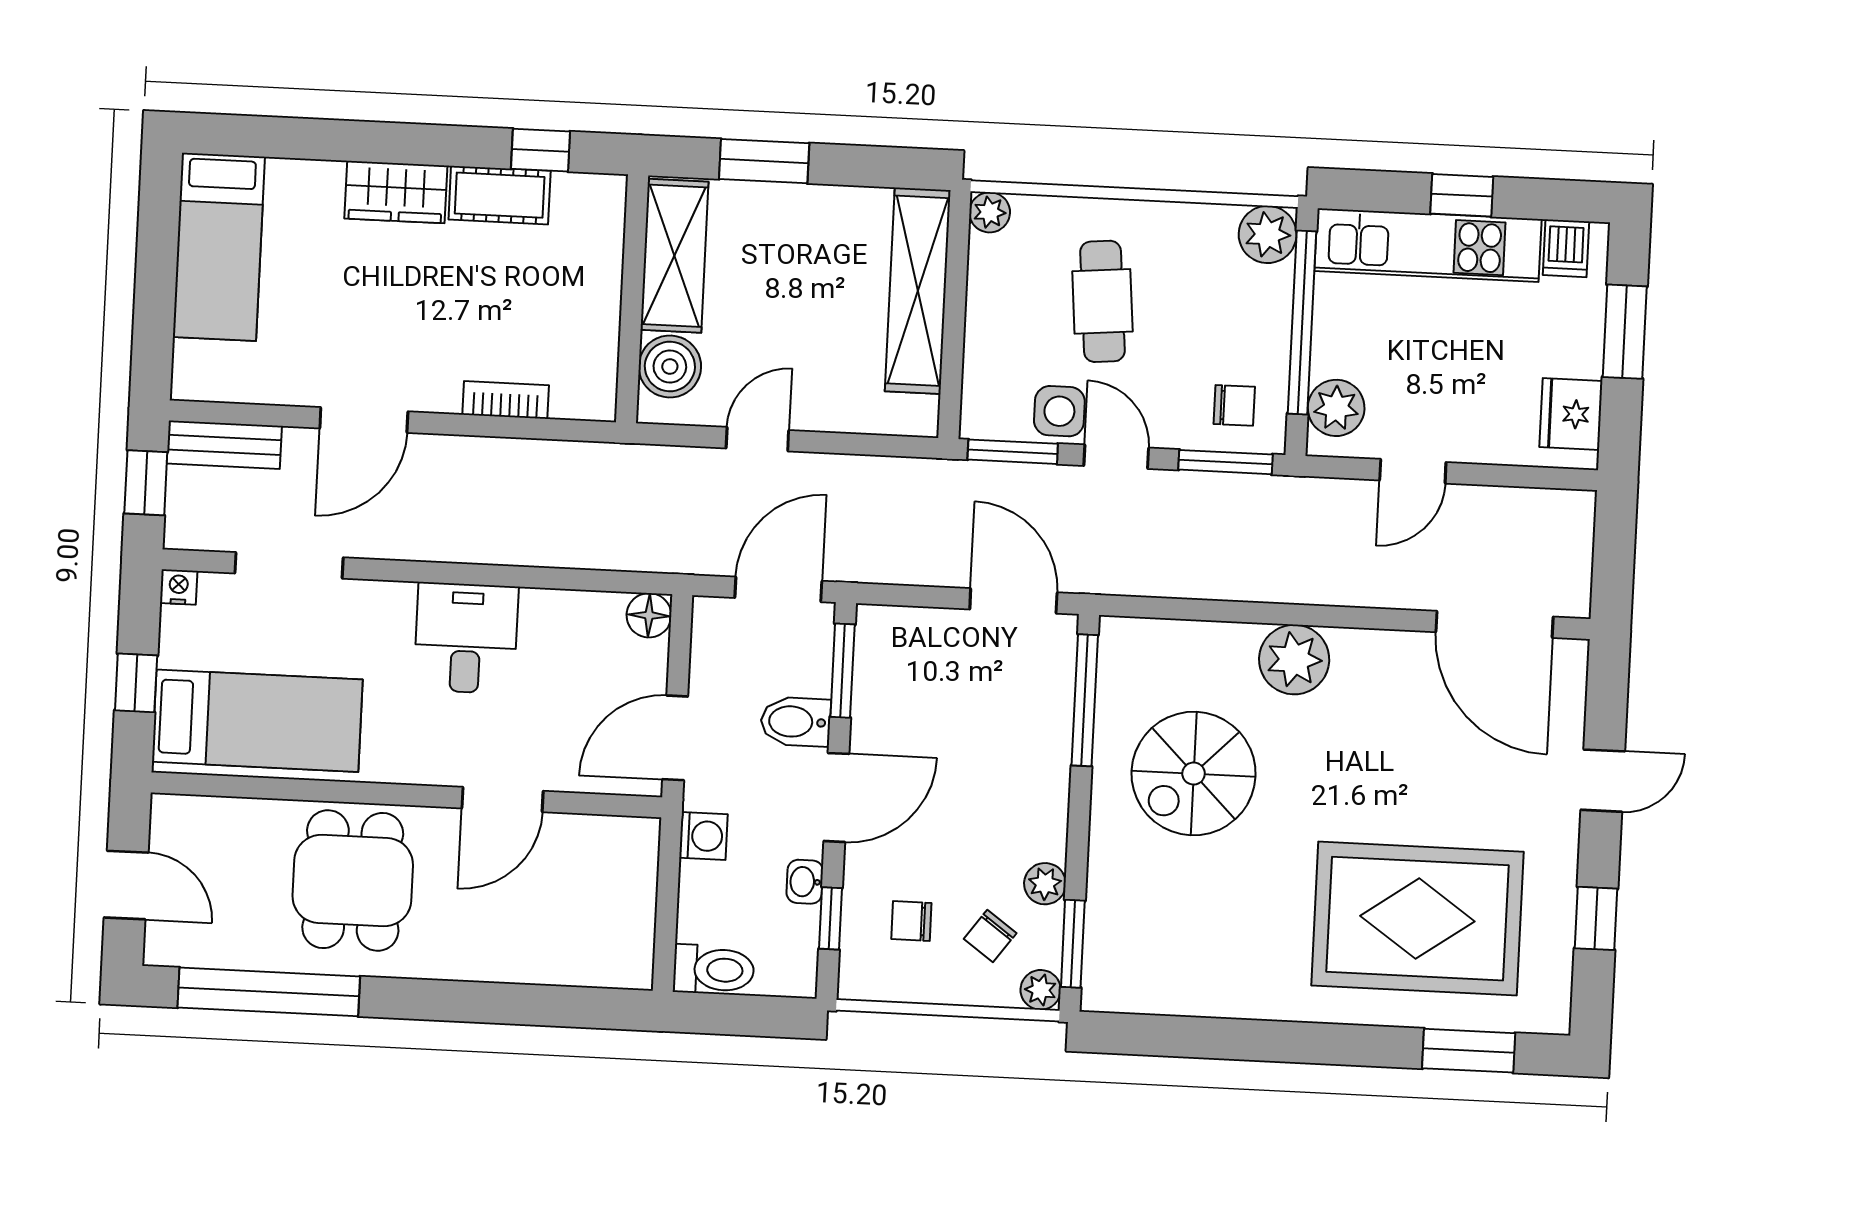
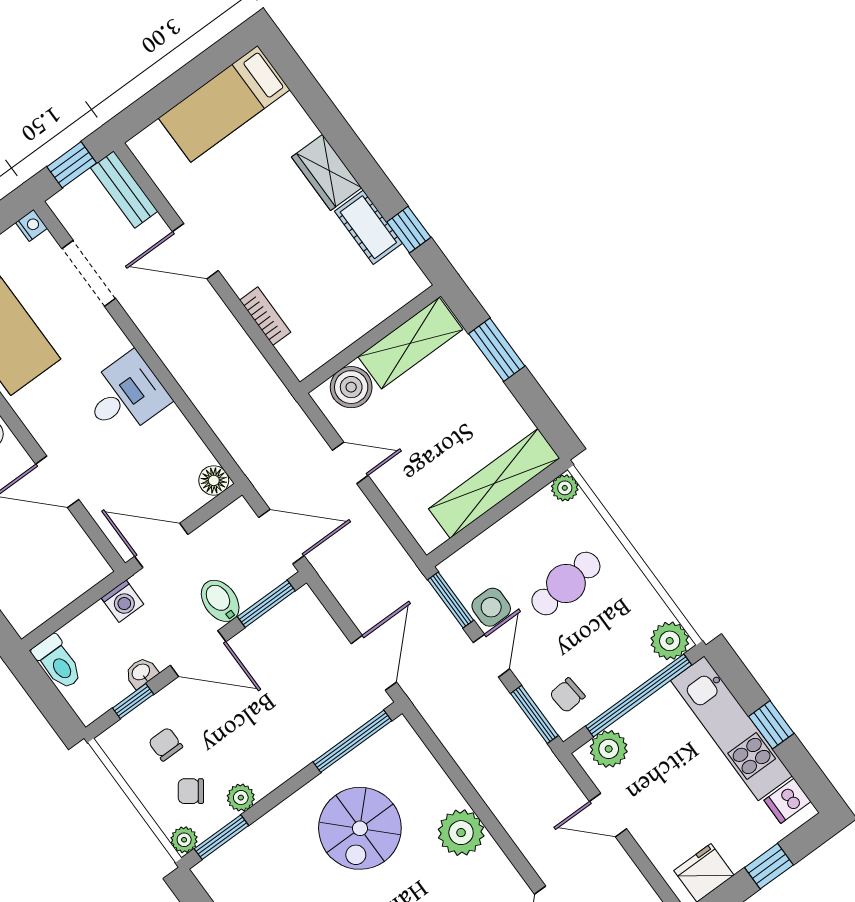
window: (1625, 332) -> (769, 866), width x0.67
chair: (1234, 405) -> (567, 695), turned 85
spiral stairs: (1194, 774) -> (360, 828), turned -90

